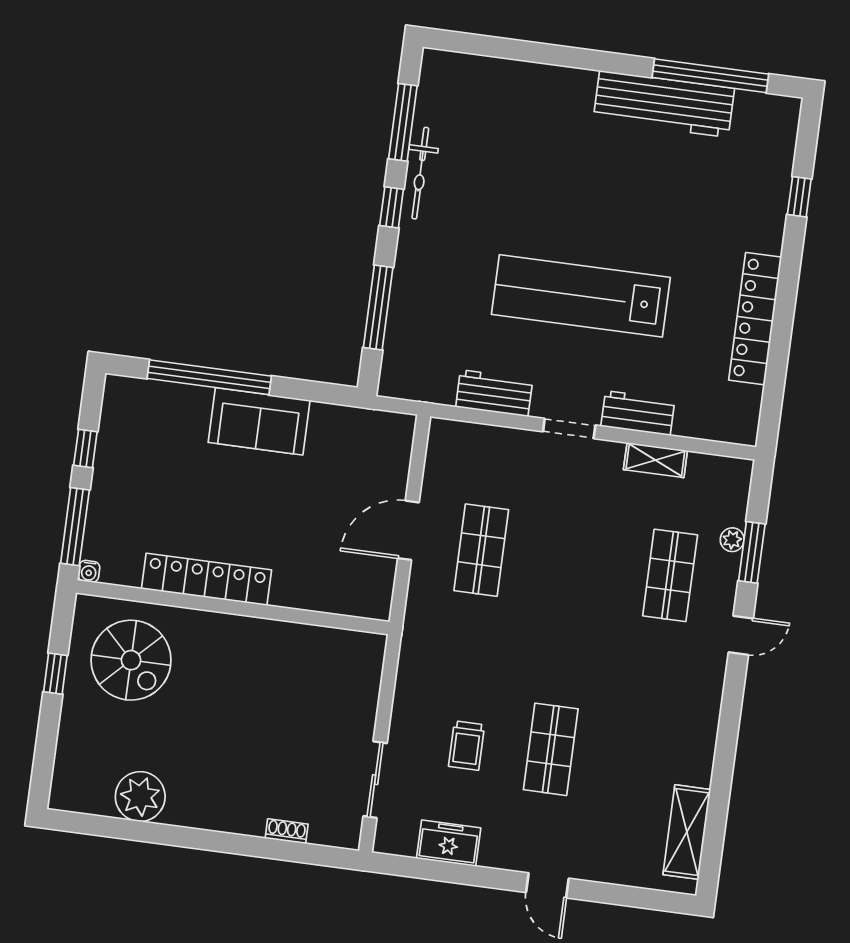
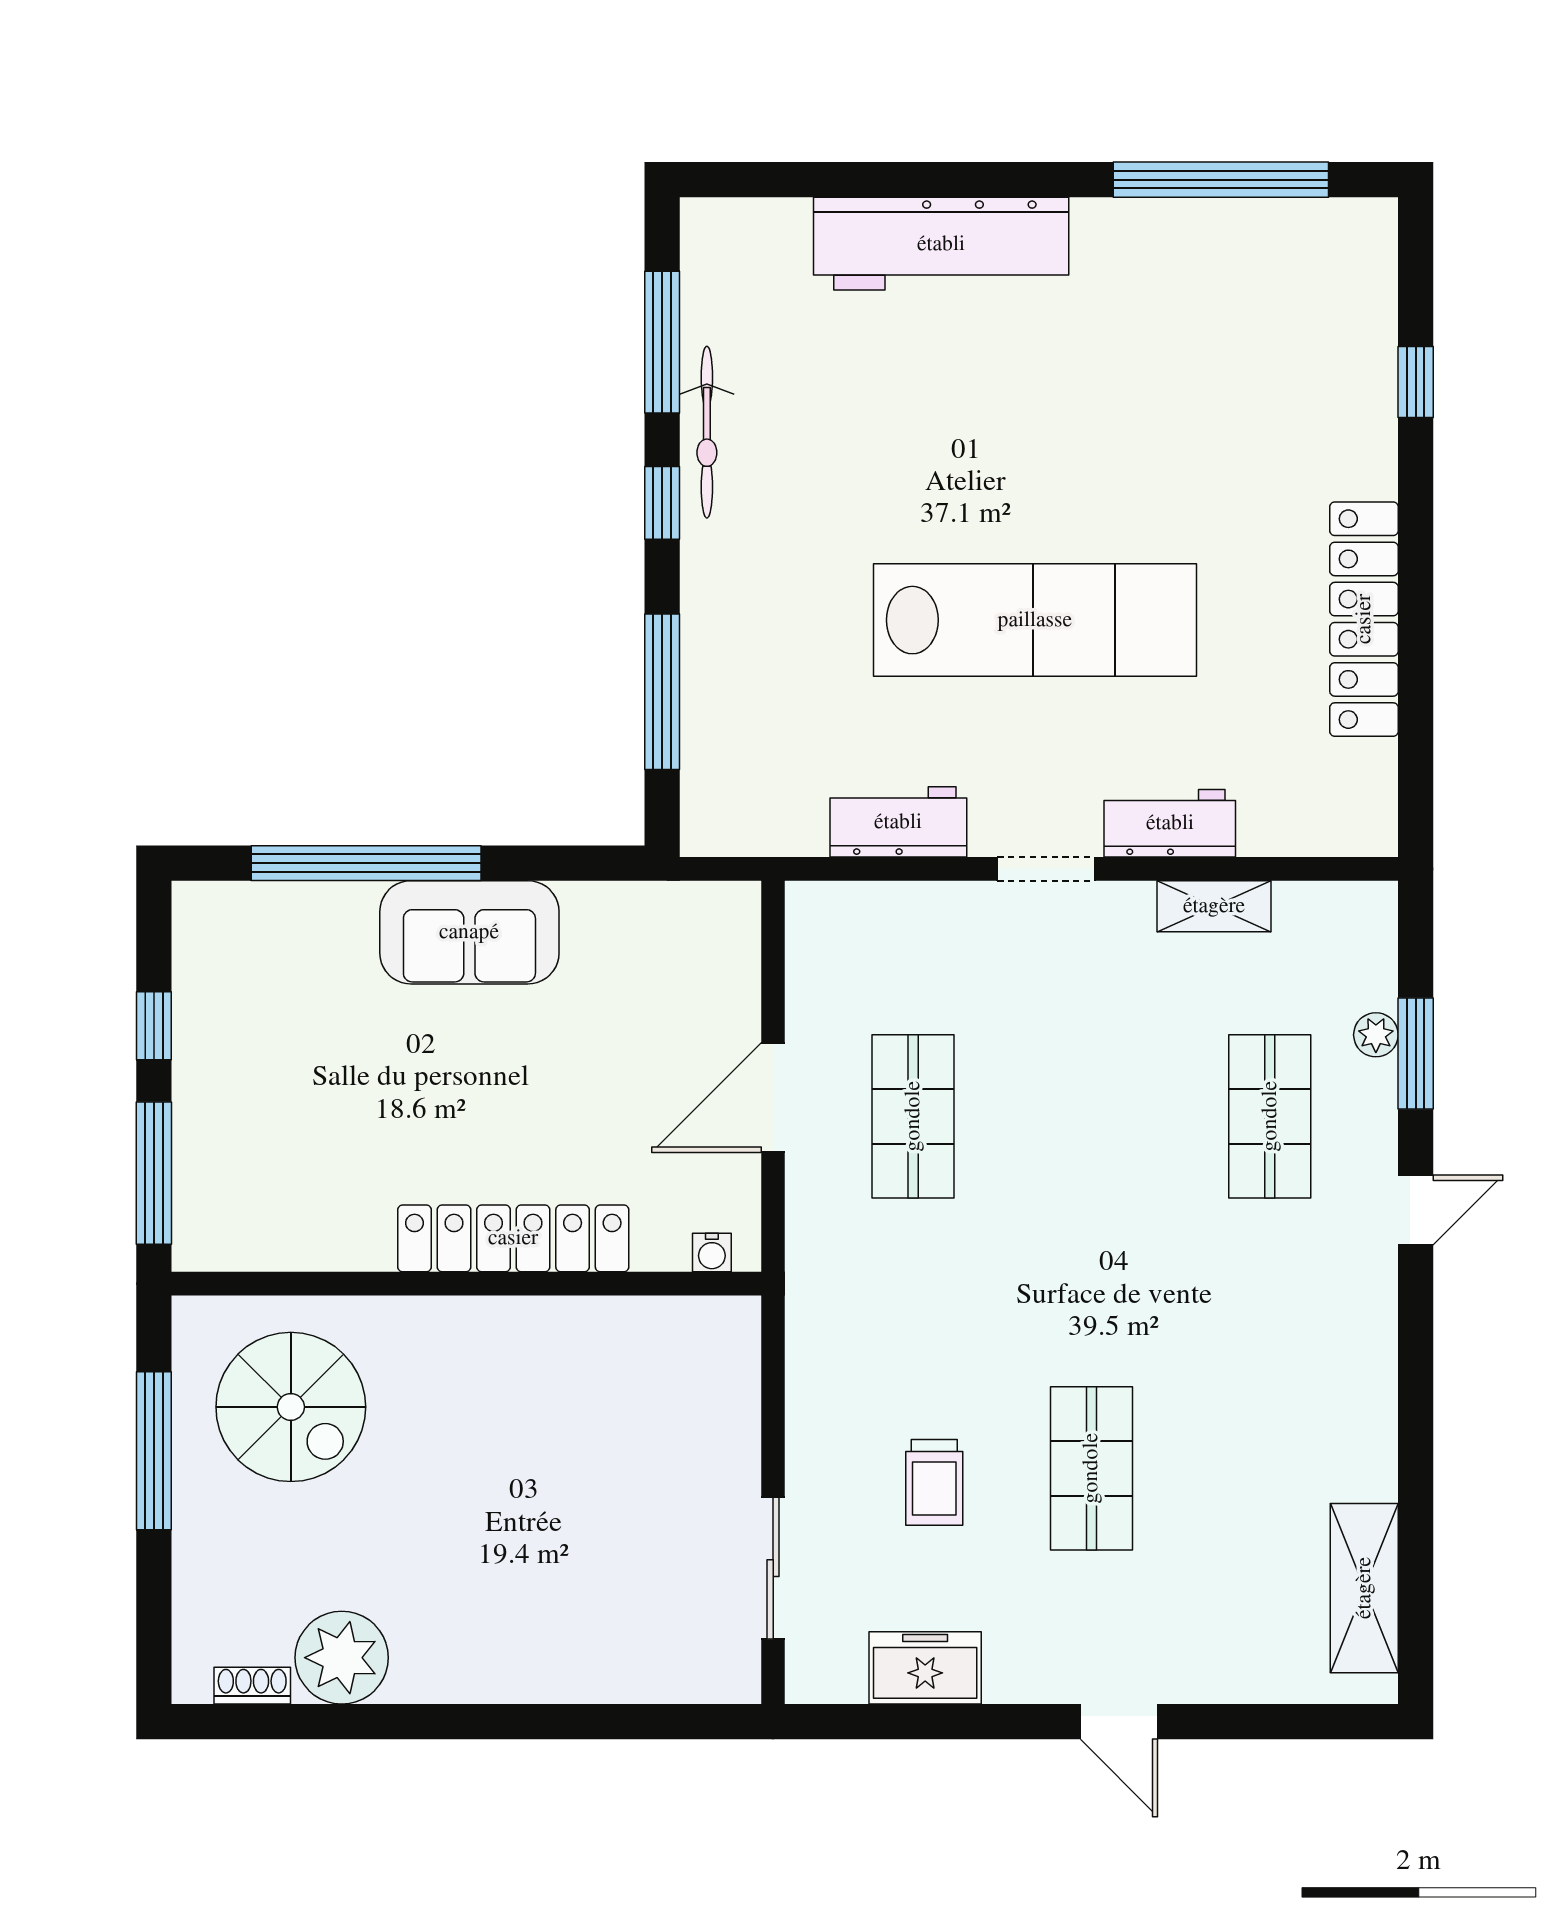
workbench: (664, 104) -> (941, 244), moved
lab bench: (581, 296) -> (1035, 620), turned 180
water cooler: (89, 571) -> (712, 1253), moved
locker: (206, 579) -> (513, 1238), moved
window: (55, 674) -> (154, 1451), width x2.17
shoe rack: (287, 831) -> (252, 1686), moved

